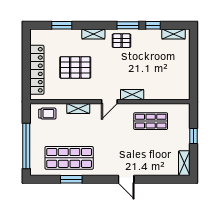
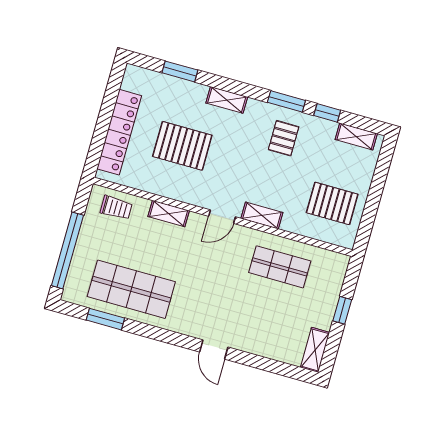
pallet: (122, 41) -> (284, 138), moved, turned 90
pallet: (170, 76) -> (332, 203), added
window: (71, 179) -> (105, 319), moved

